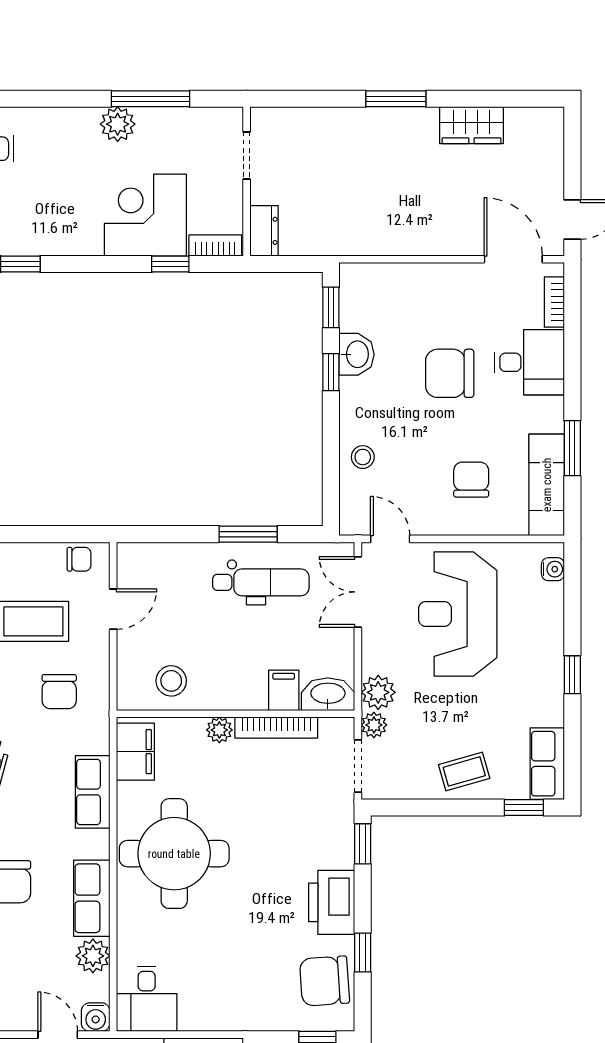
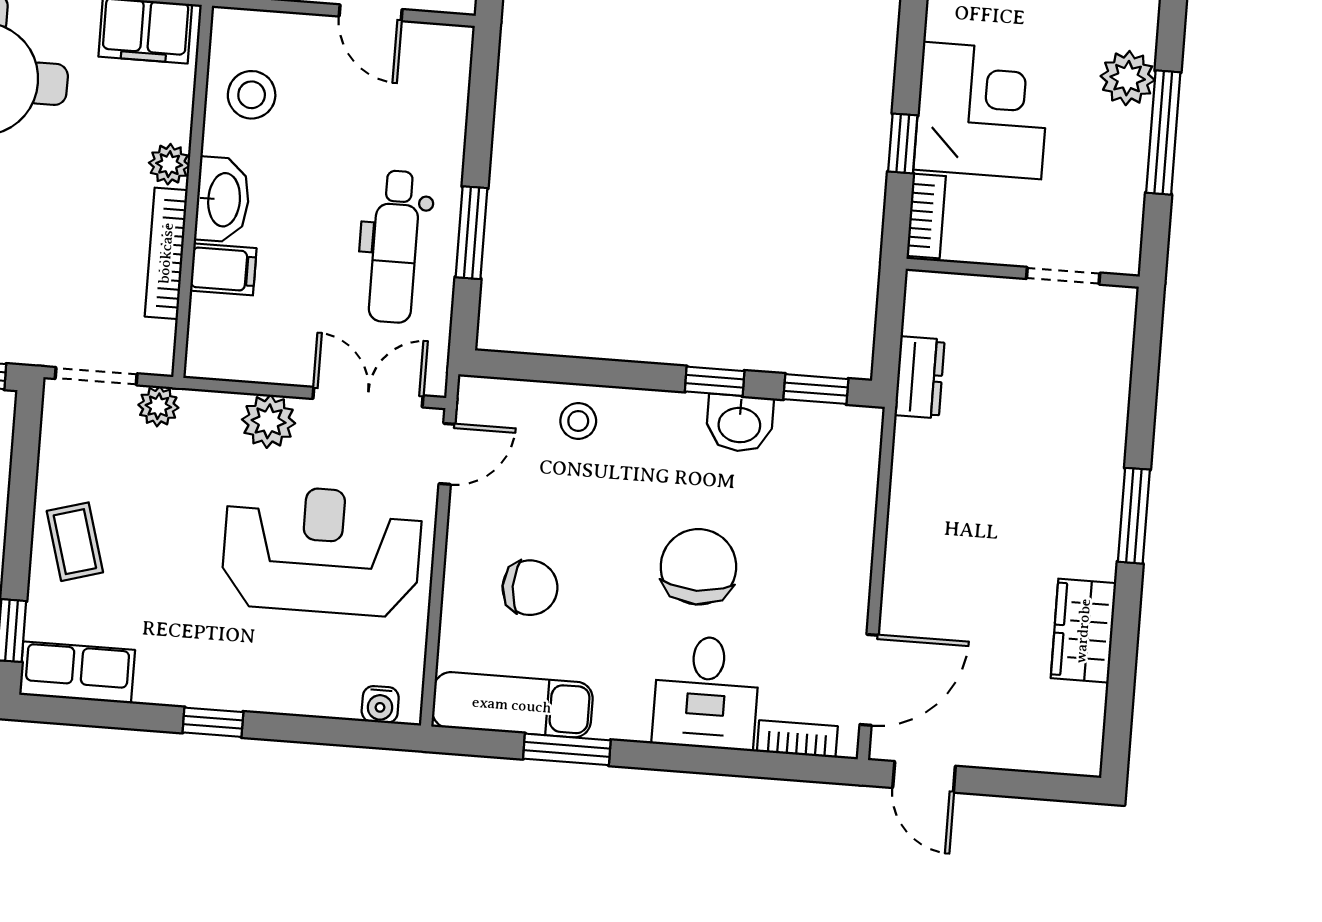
dresser: (264, 231) -> (920, 377), moved, turned -90
plant: (378, 692) -> (269, 421), moved
washbasin: (328, 694) -> (223, 200), moved

